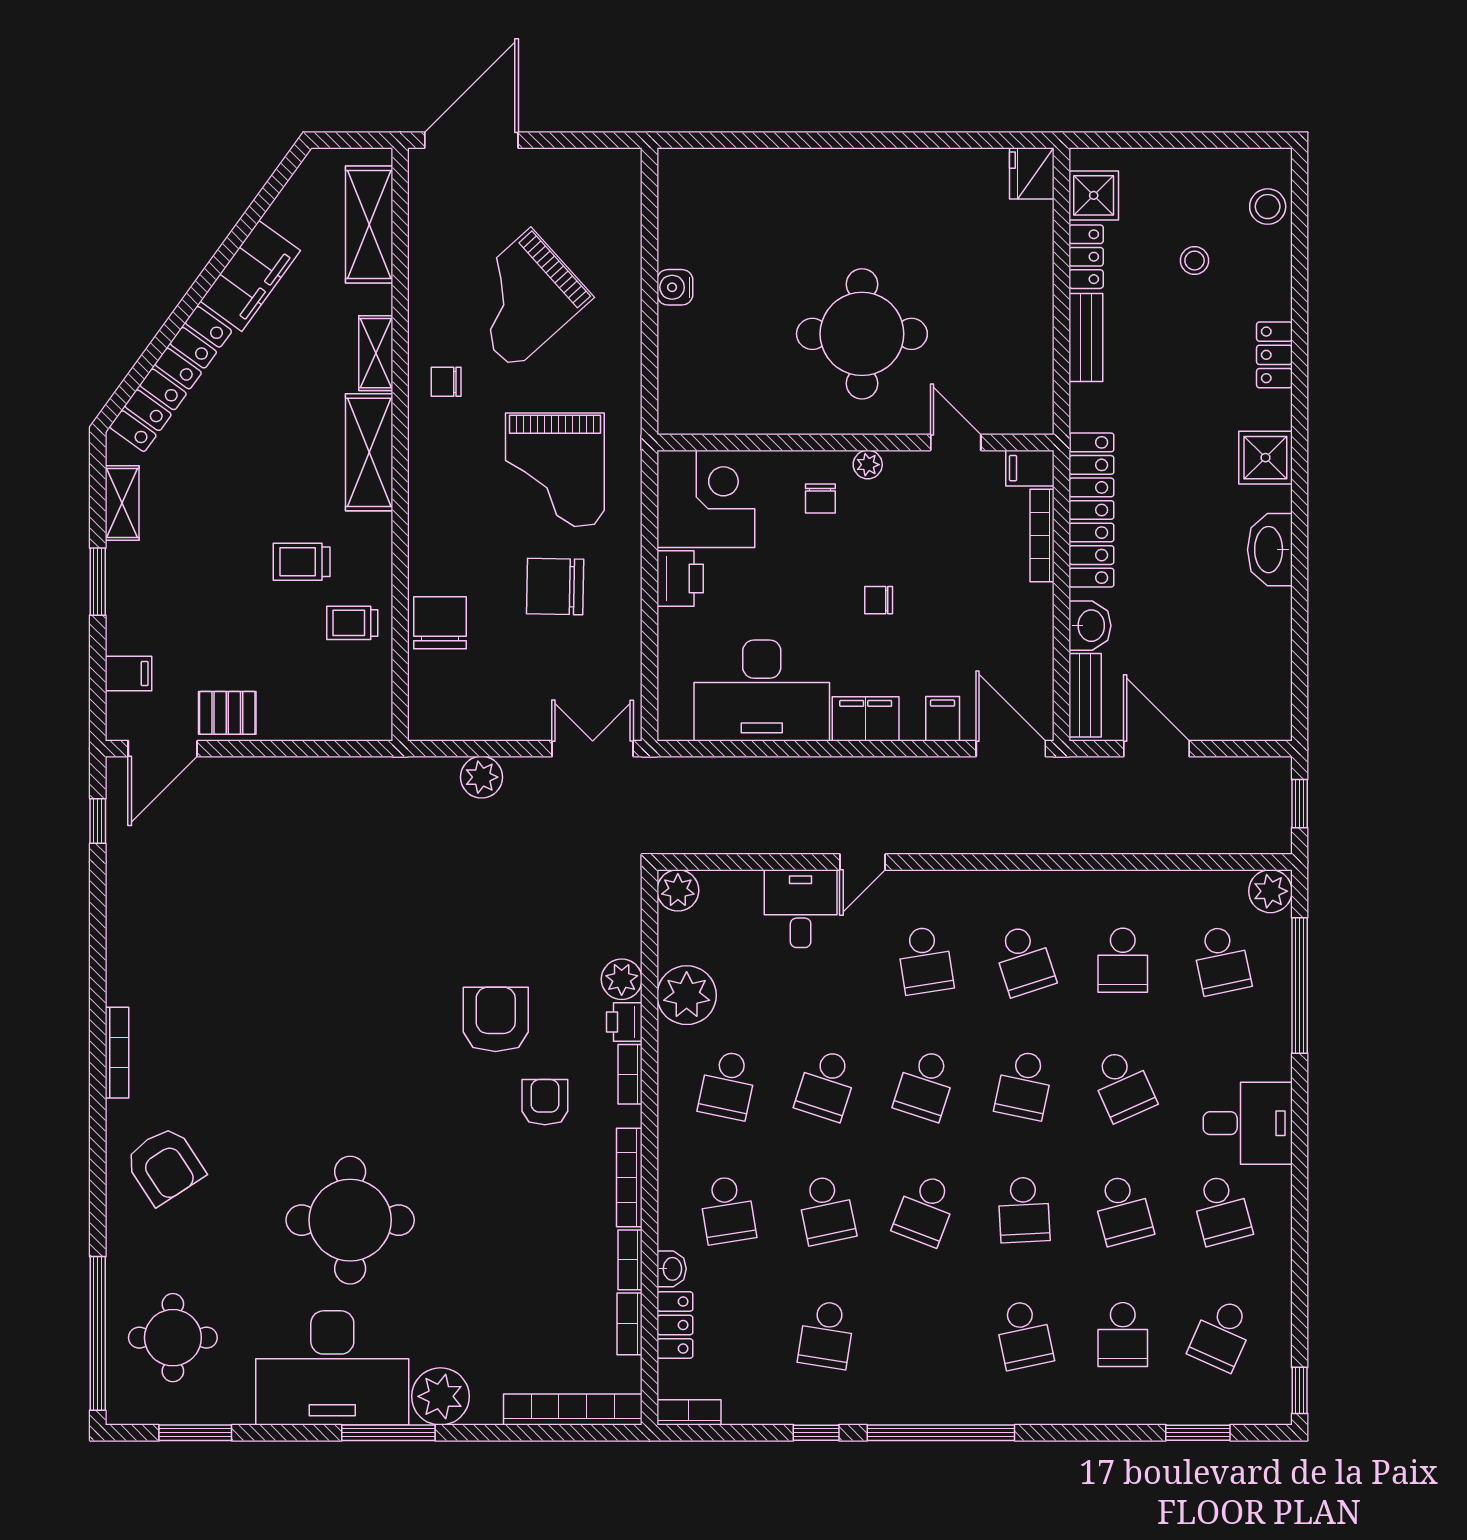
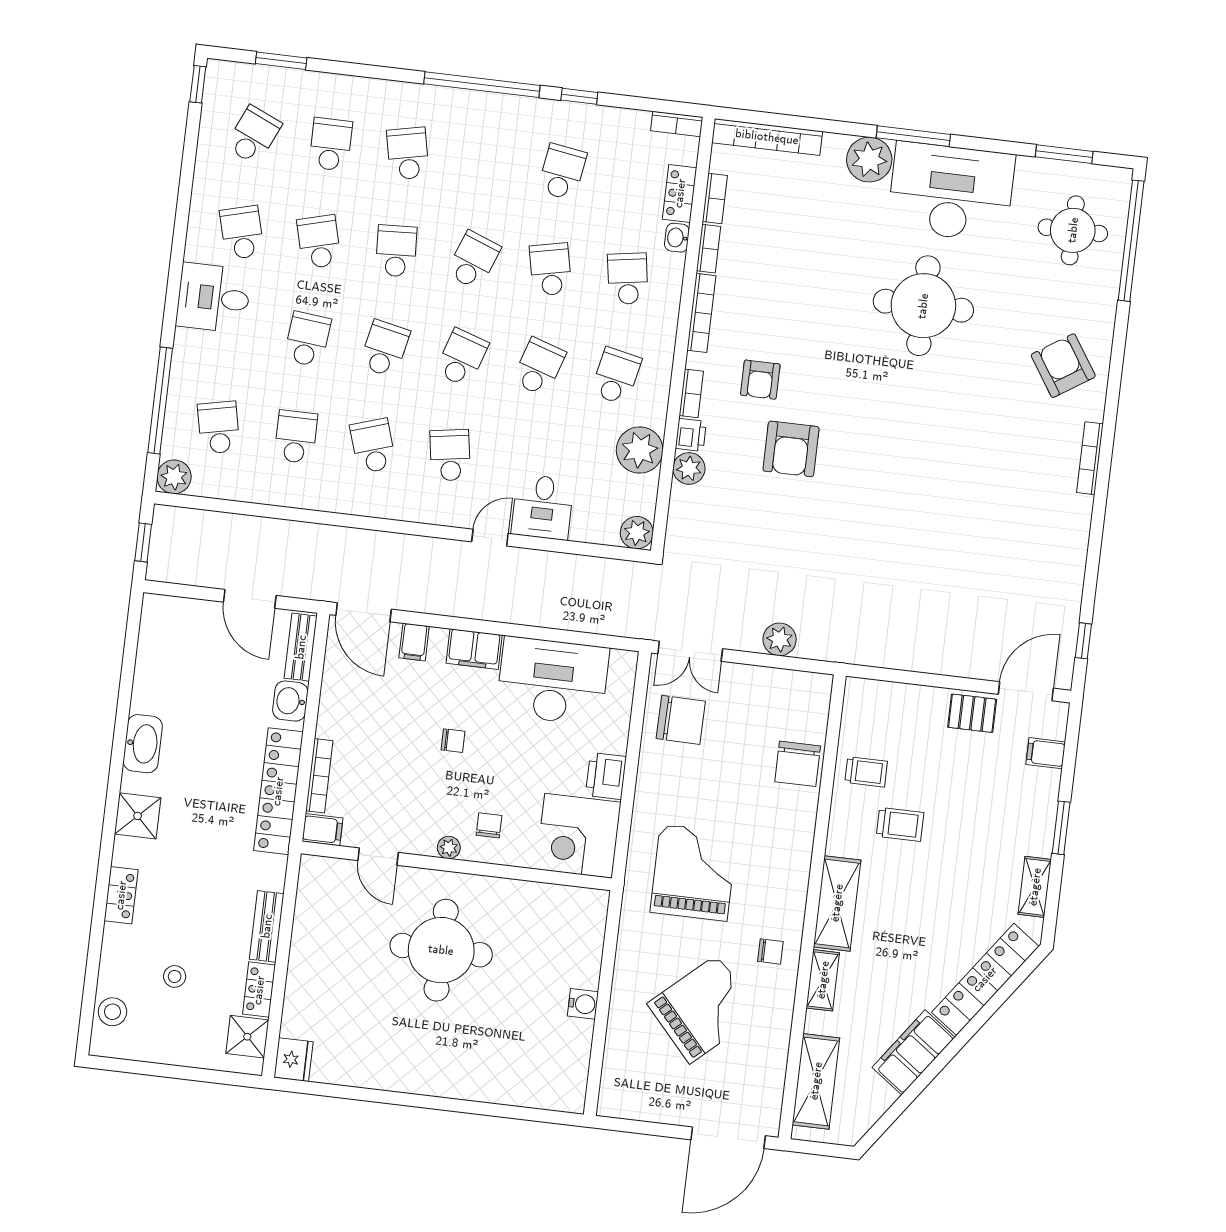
chair: (555, 587) -> (681, 720), moved
school desk: (1123, 1085) -> (307, 339), turned 30

